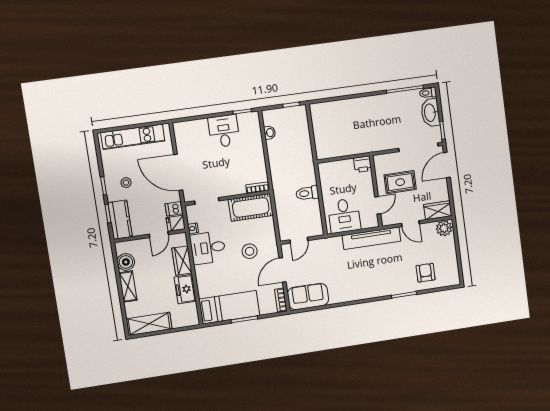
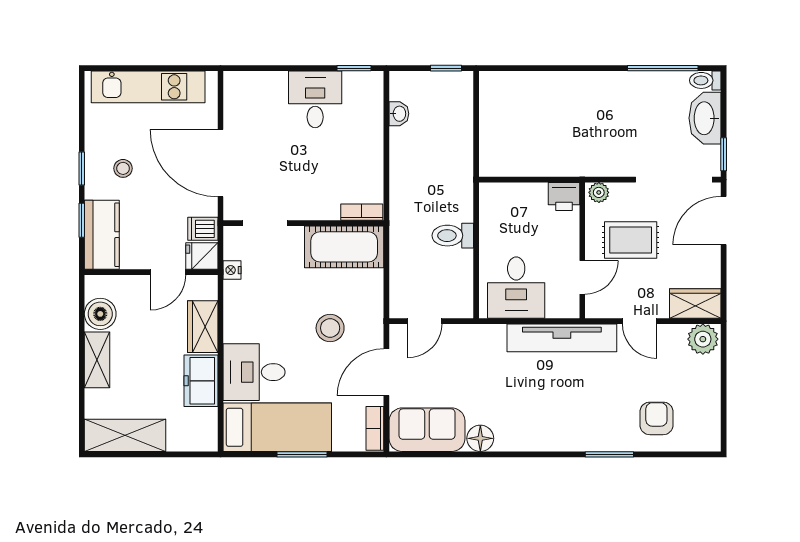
plant: (380, 160) -> (599, 192), added
desk: (208, 248) -> (254, 372), moved
floor lamp: (336, 297) -> (480, 438), added

